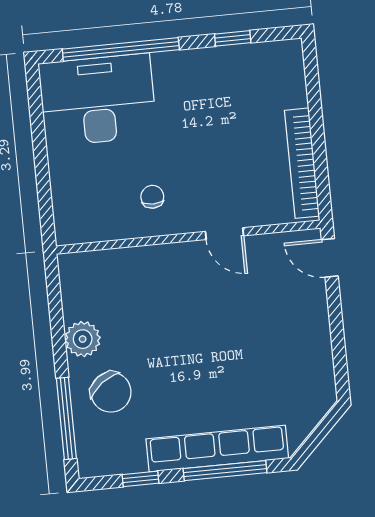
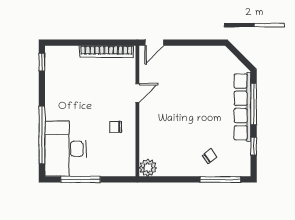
window: (233, 38) -> (42, 62), moved
window: (39, 136) -> (81, 179), added
plant: (83, 339) -> (148, 168), moved
chair: (111, 392) -> (210, 156), width x0.54, depth x0.54

